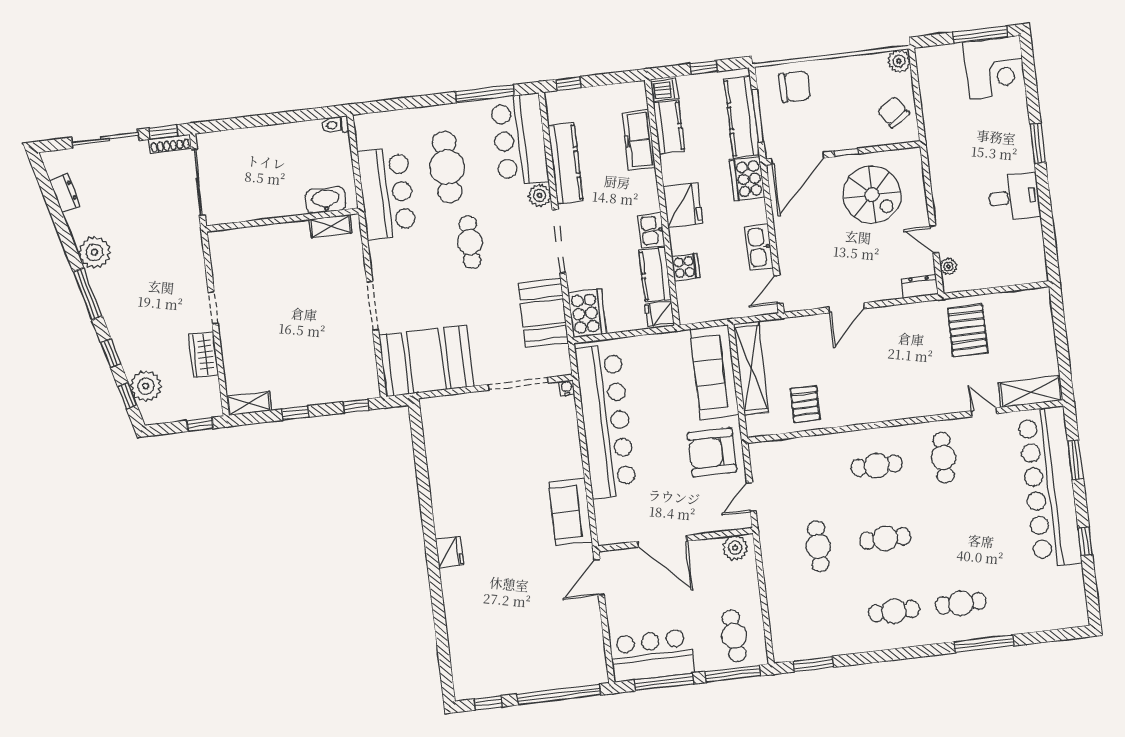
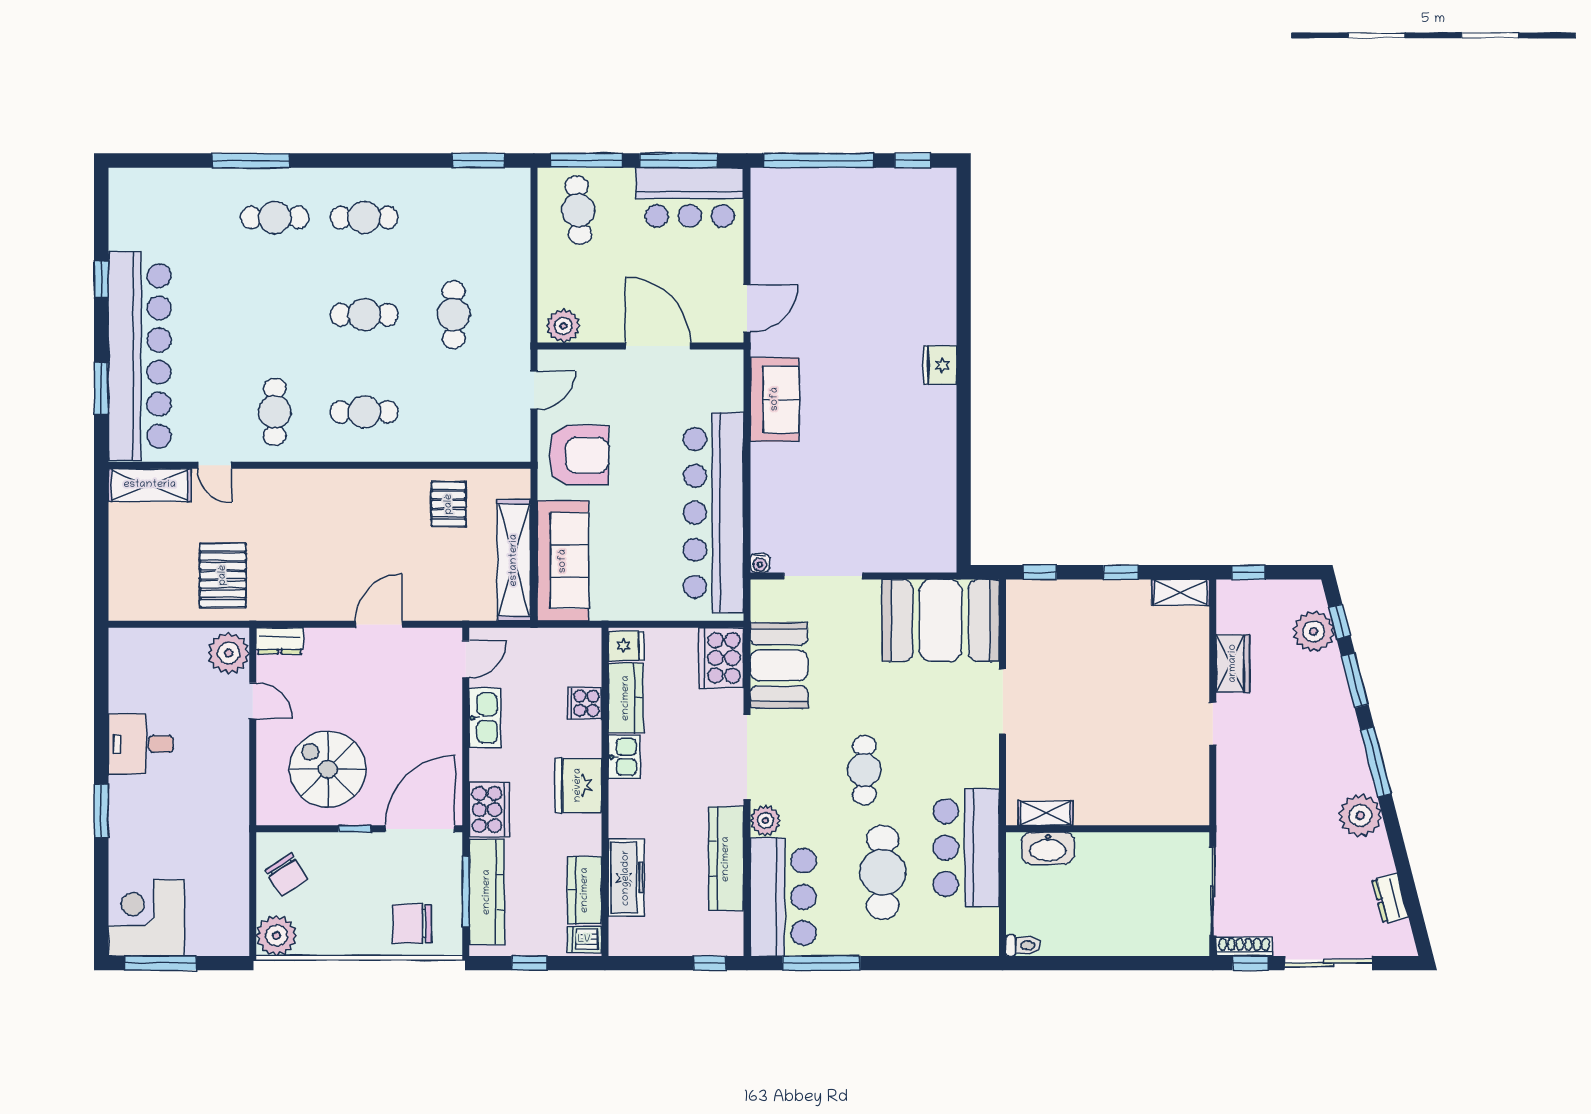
plant: (899, 61) -> (277, 936), width x1.36, depth x1.36
plant: (948, 266) -> (229, 653), width x1.88, depth x1.88
window: (111, 353) -> (1355, 680), width x1.50

